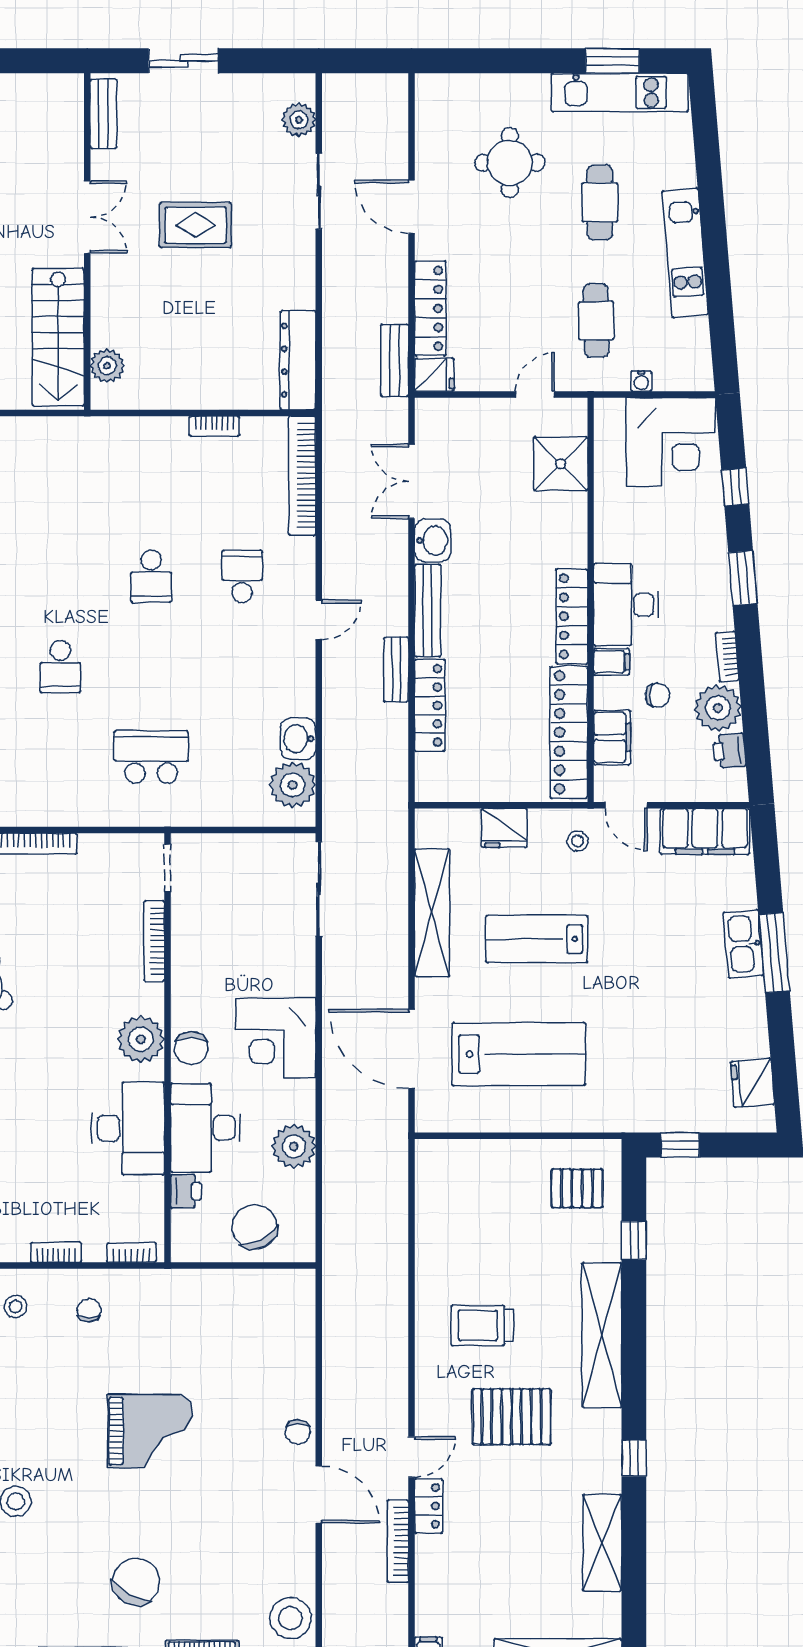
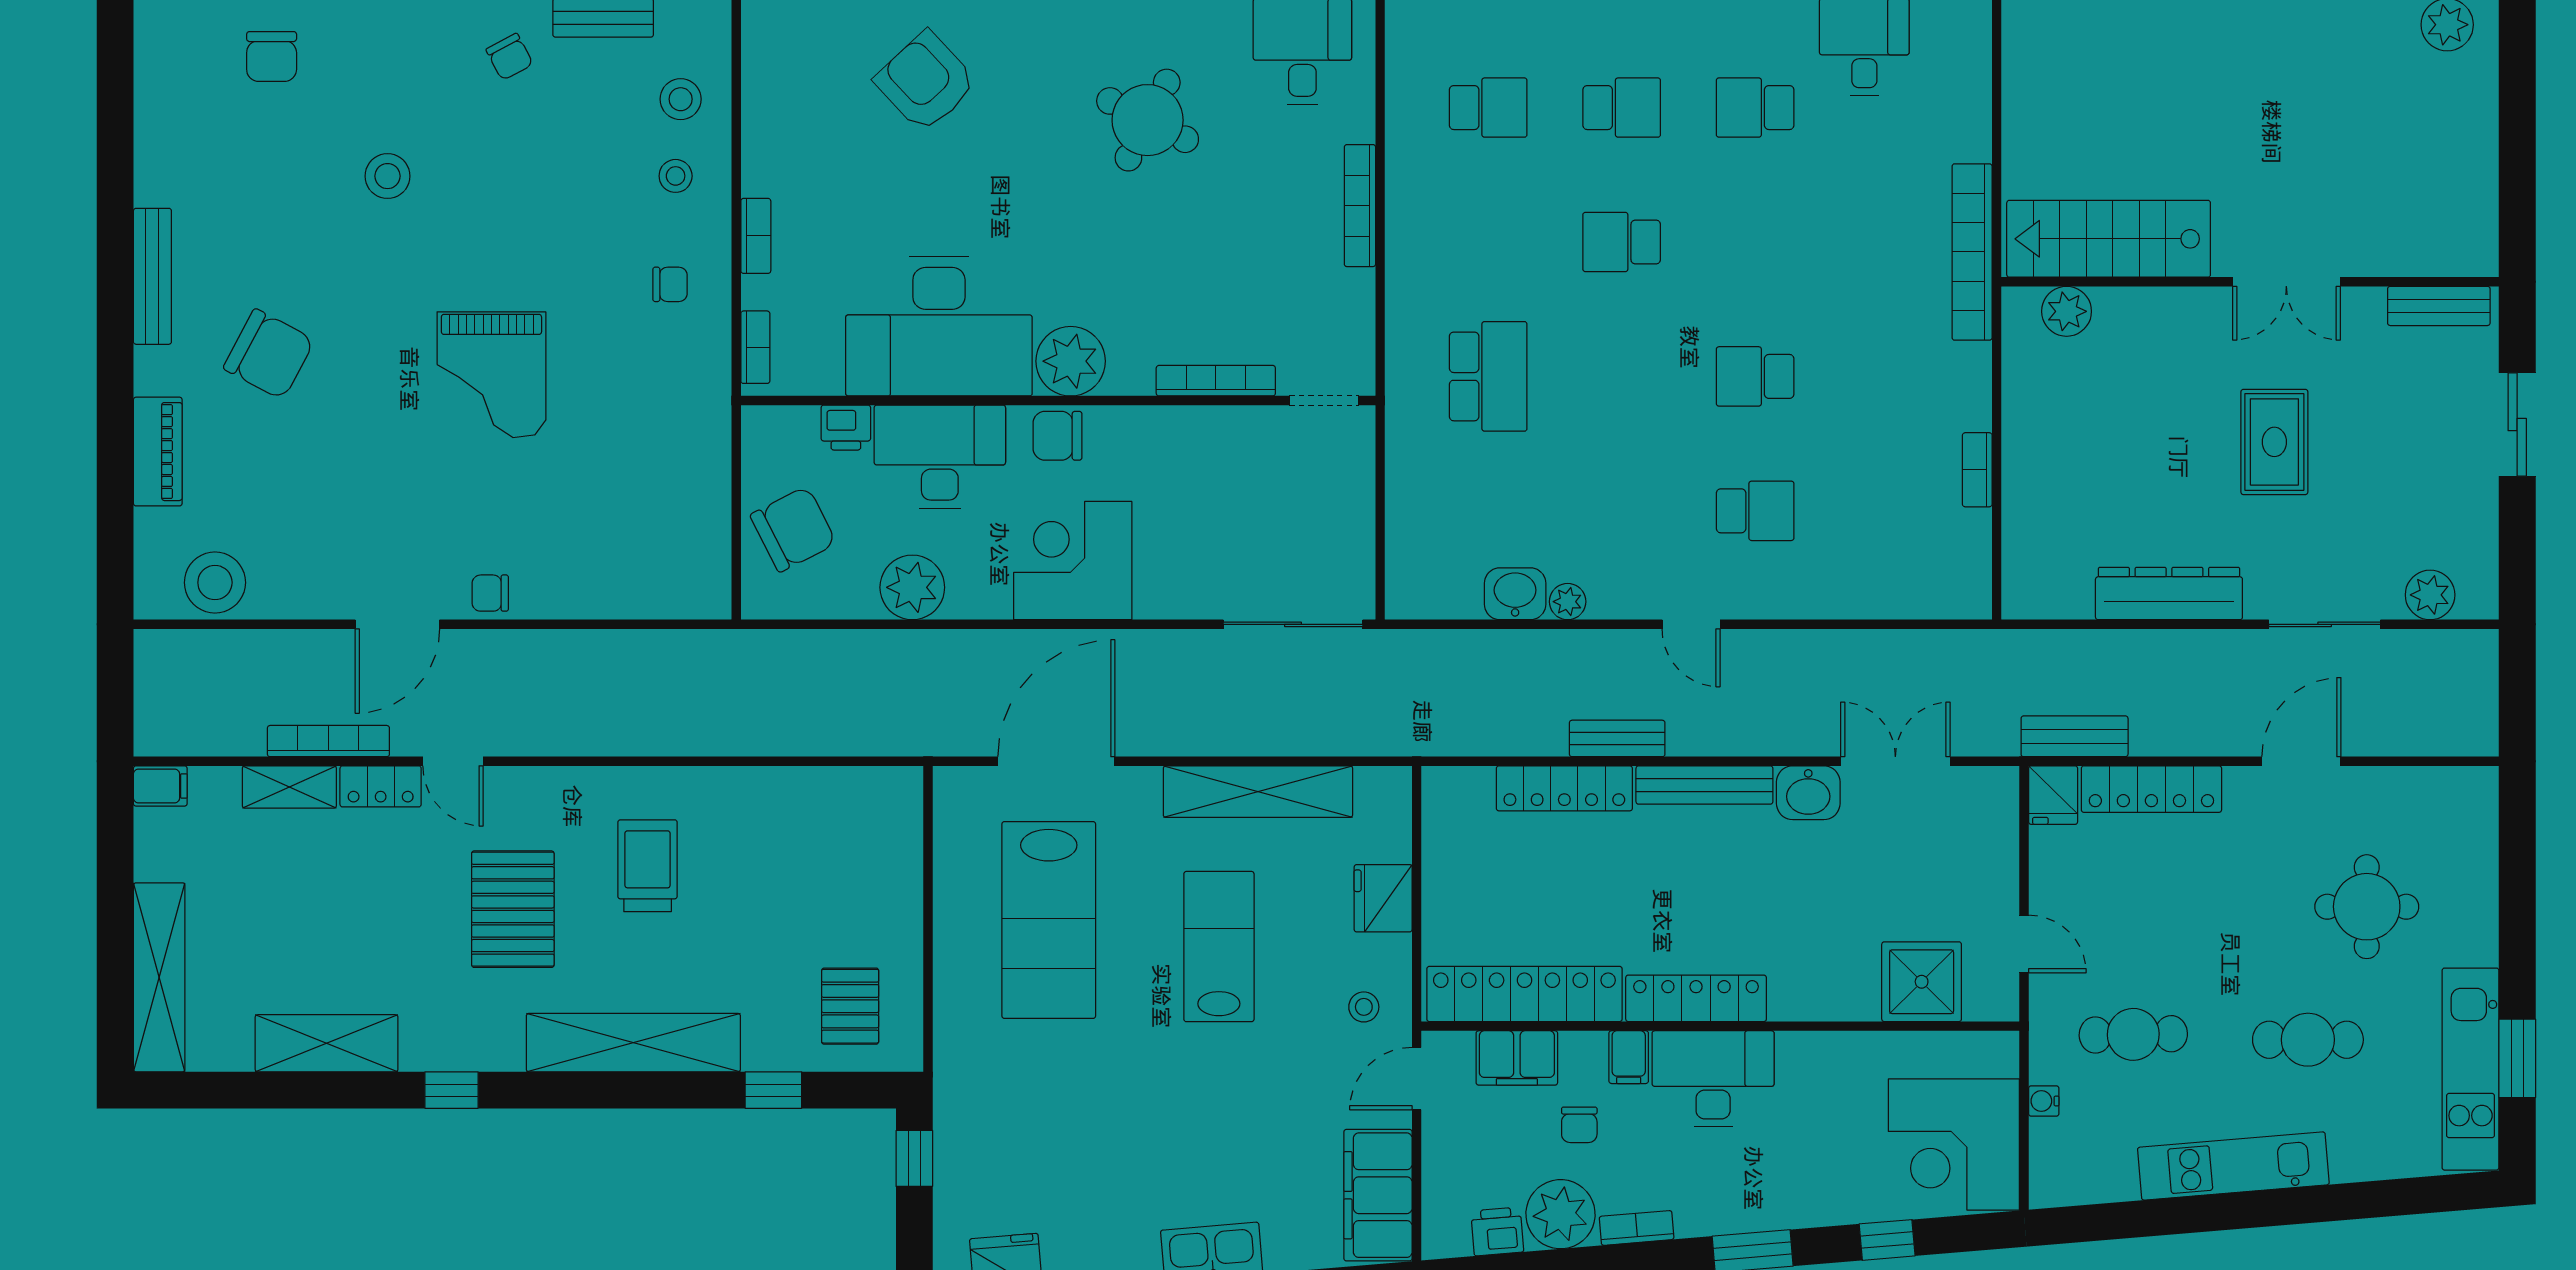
dresser: (298, 360) -> (2169, 594), moved
bookcase: (302, 476) -> (1972, 252), moved, turned -90
plant: (293, 785) -> (1568, 602), moved, width x0.53, depth x0.53
desk: (128, 1128) -> (939, 326), width x1.36, depth x1.30
shelving: (429, 1568) -> (289, 787), added

